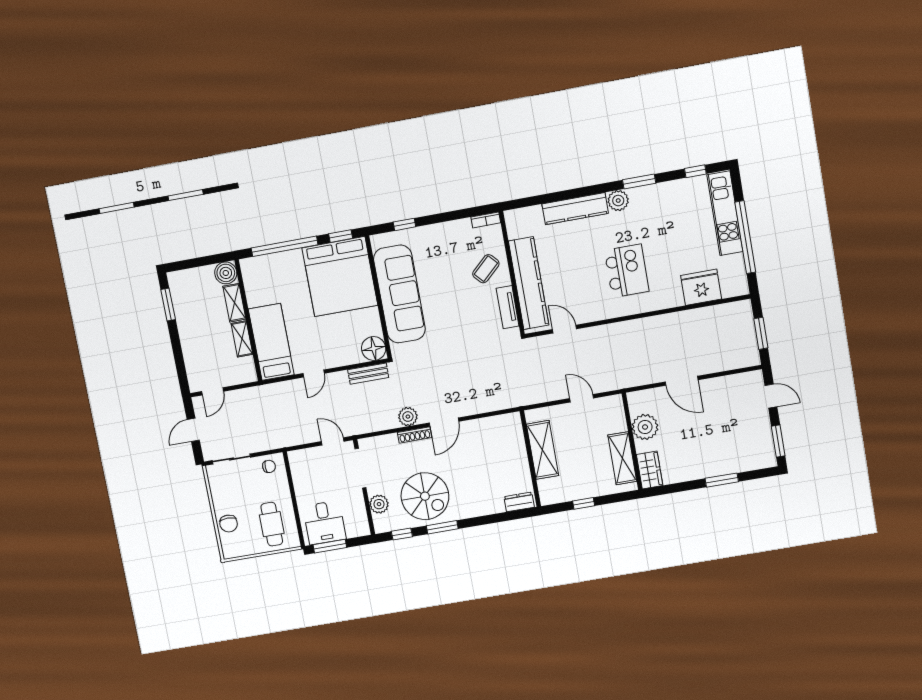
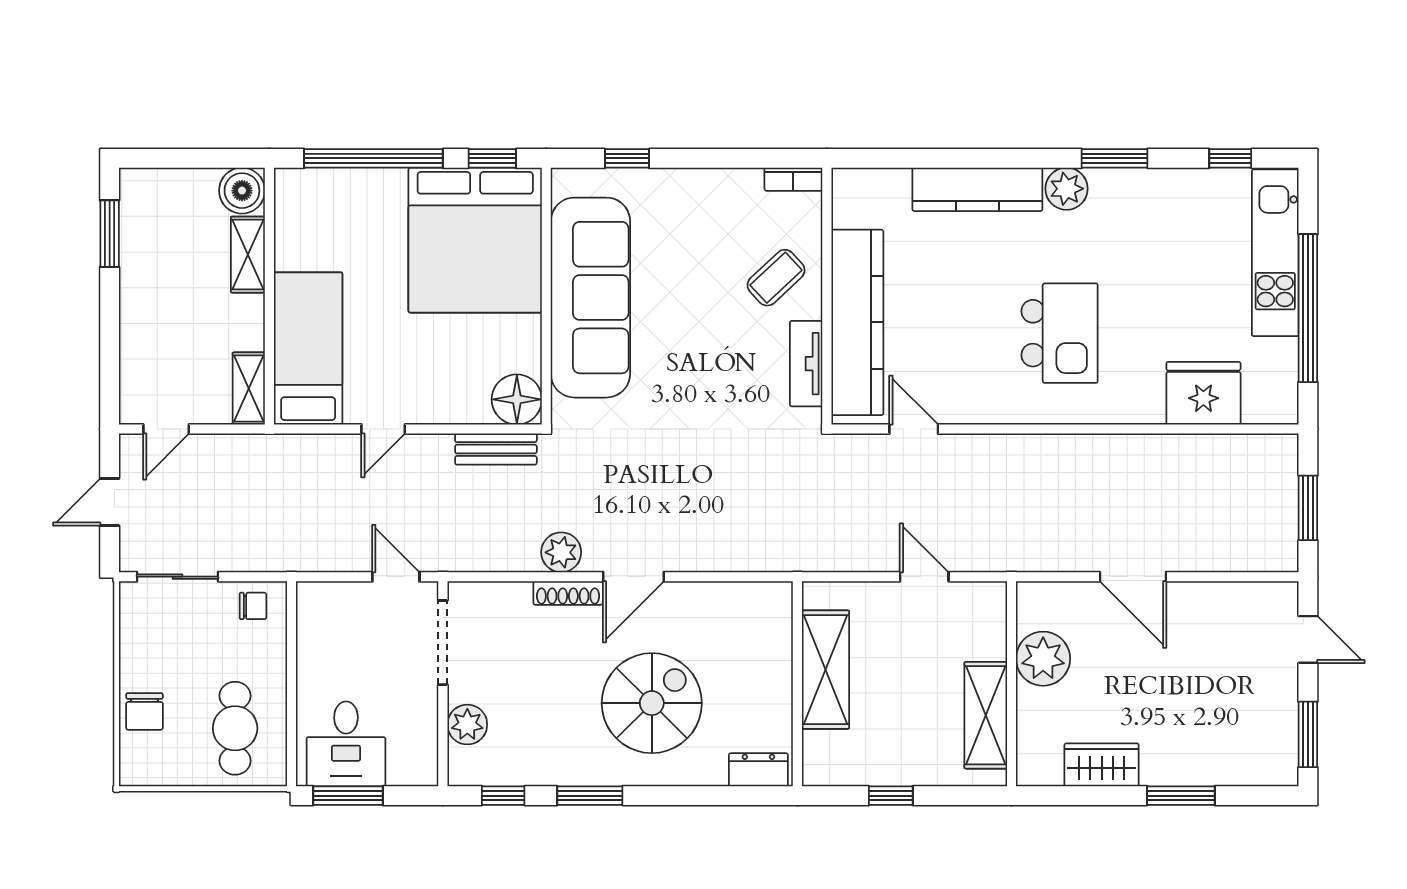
shelving: (242, 339) -> (249, 389), moved
wardrobe: (650, 470) -> (1102, 765), moved, turned -90
spiral stairs: (425, 496) -> (652, 703), moved, turned -90

